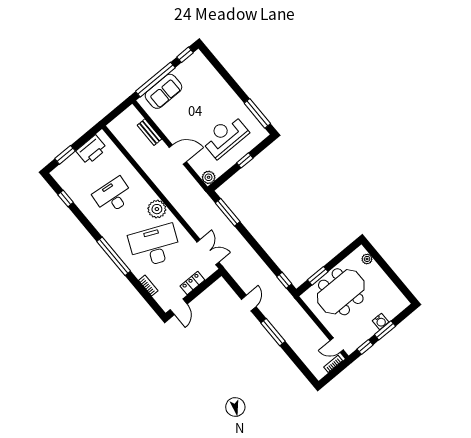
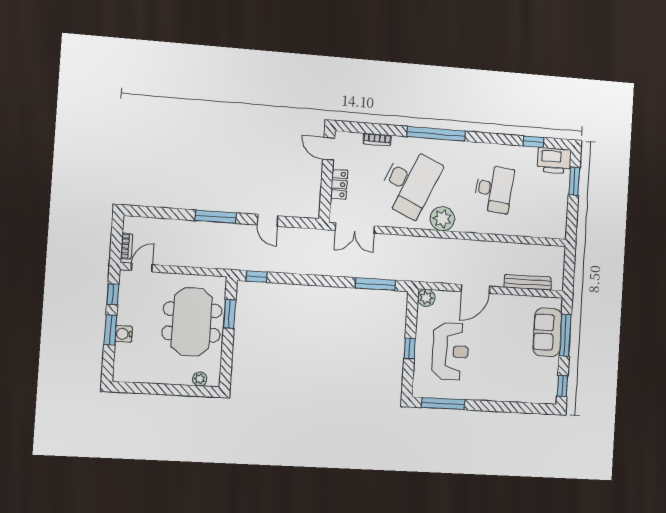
window: (155, 80) -> (565, 335), width x0.68
bench: (149, 132) -> (528, 282), width x1.36
printer: (91, 150) -> (554, 160), moved, turned -90

